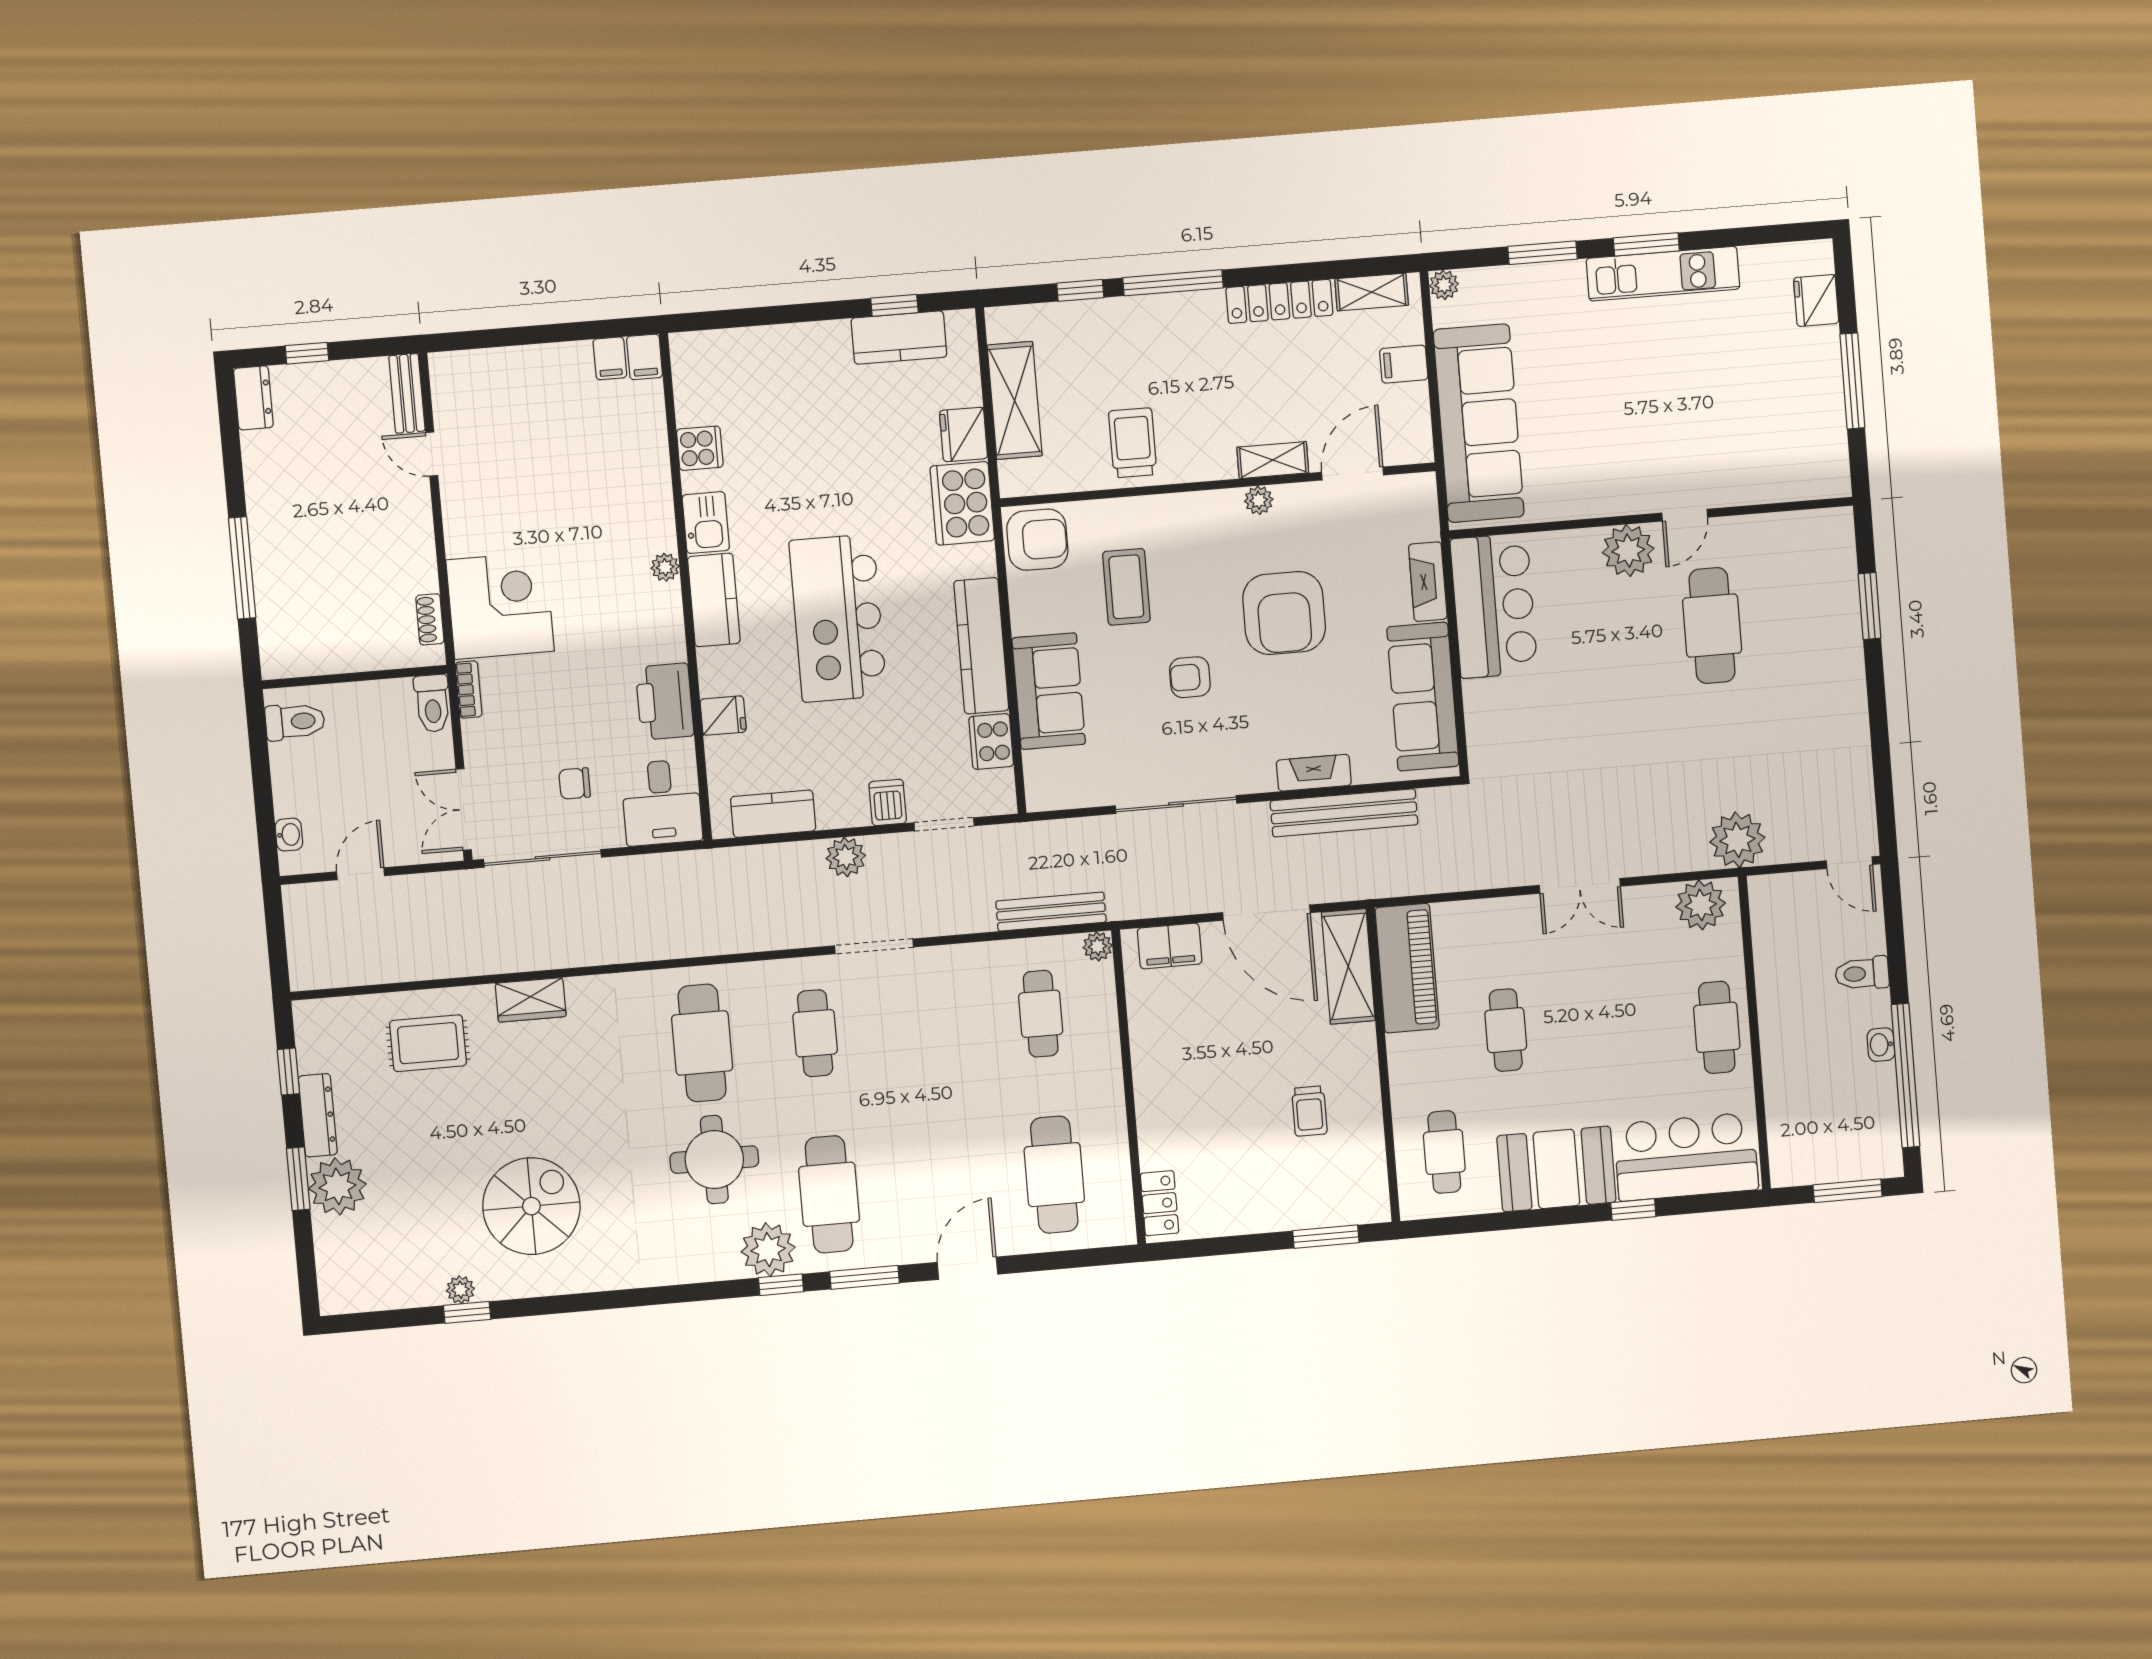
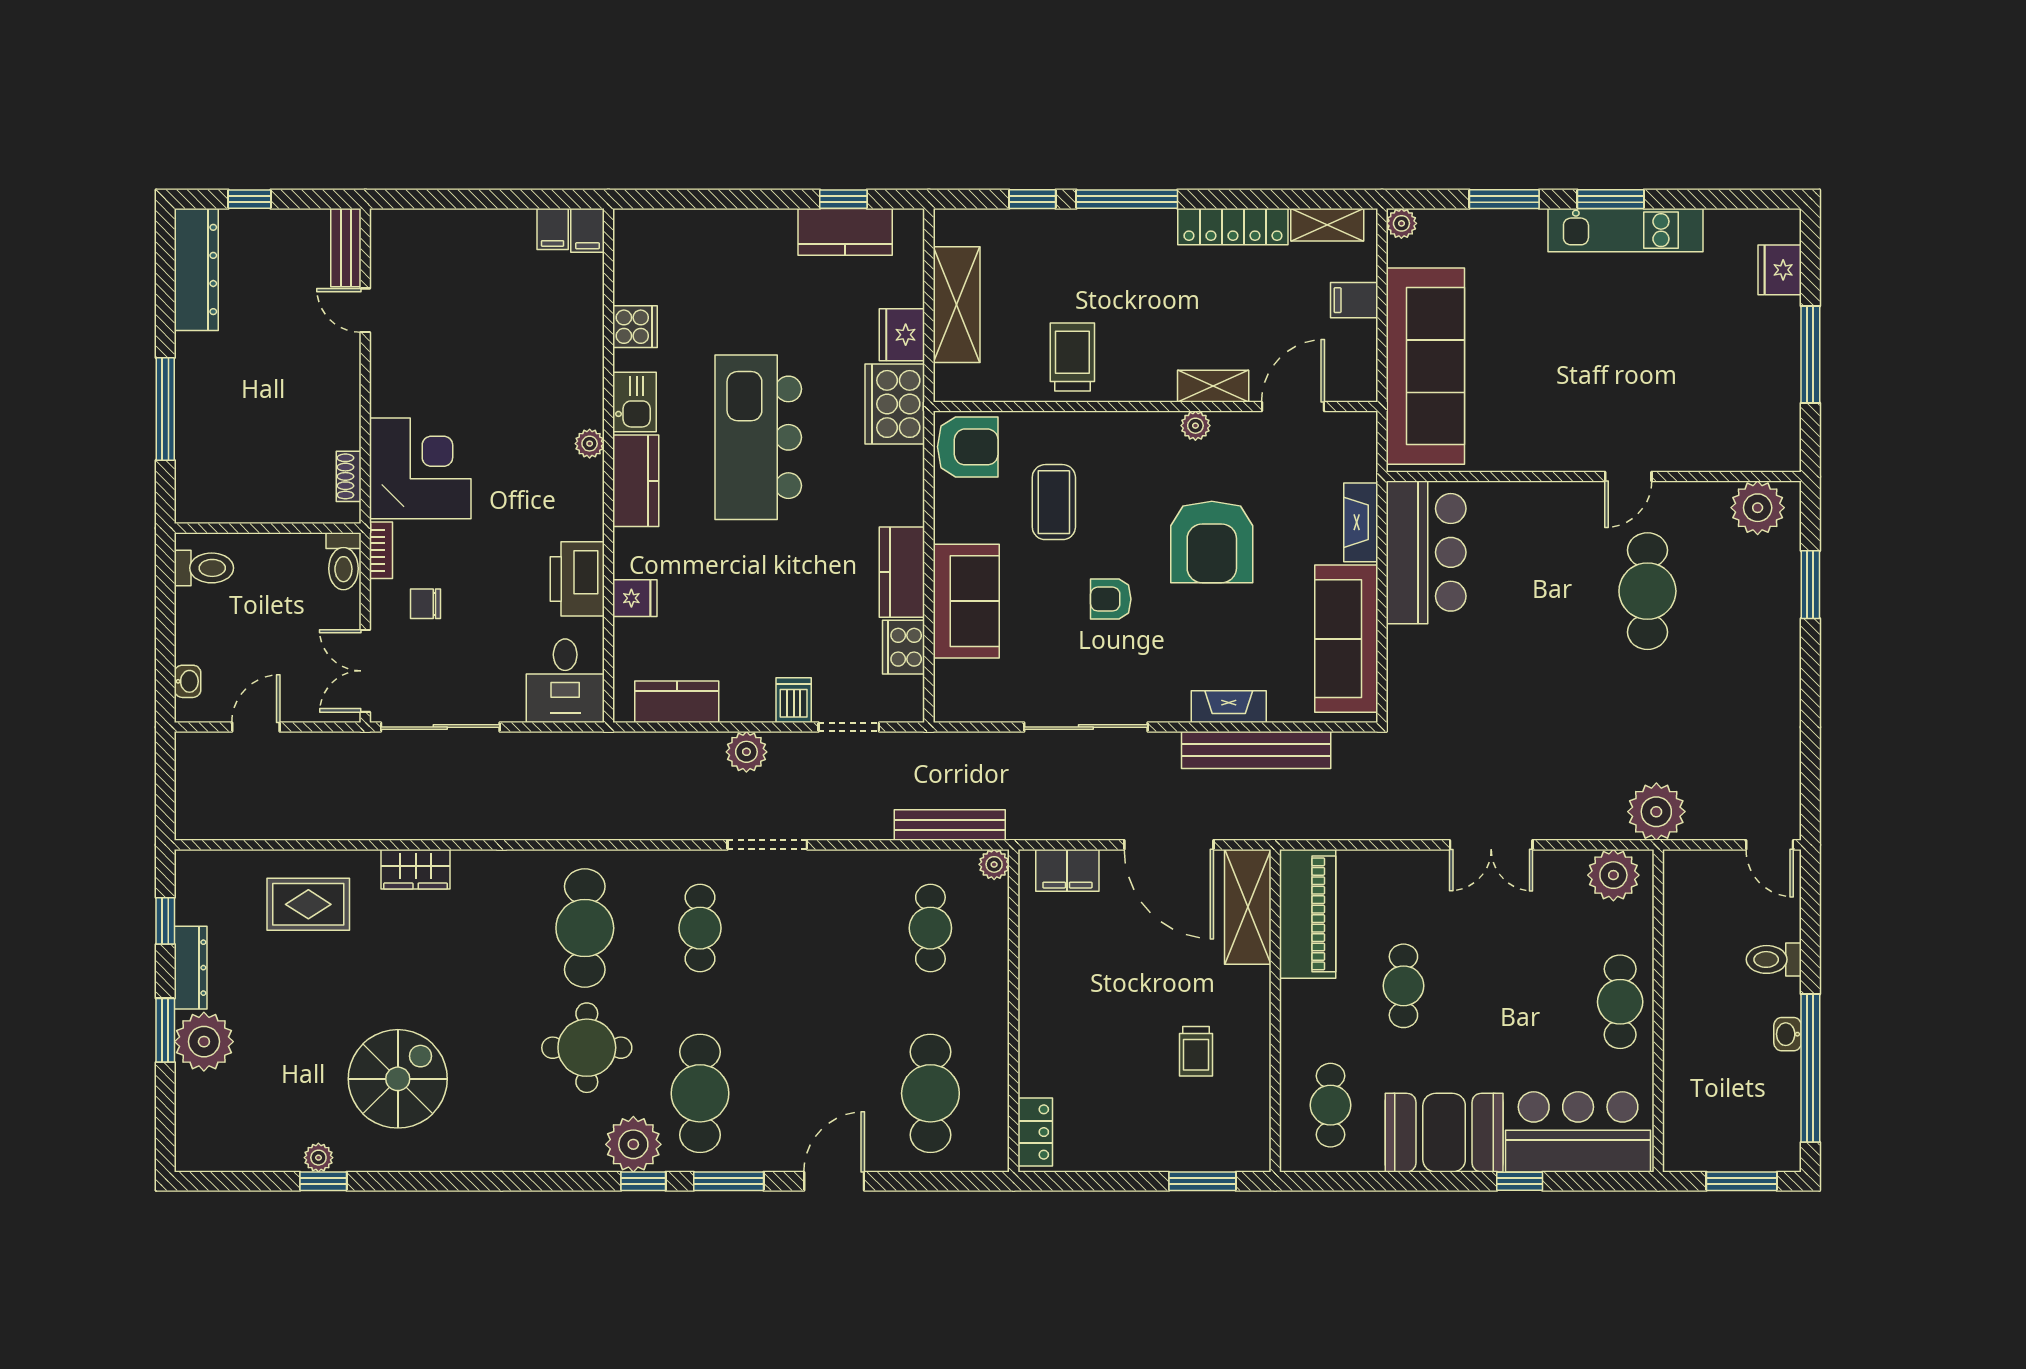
dresser: (253, 398) -> (196, 269), width x1.96, depth x1.24
plant: (1628, 551) -> (1758, 508), moved
kitchen island: (838, 618) -> (758, 437), moved
kitchen counter: (981, 646) -> (902, 572), width x0.67
chair: (575, 783) -> (425, 604), moved

